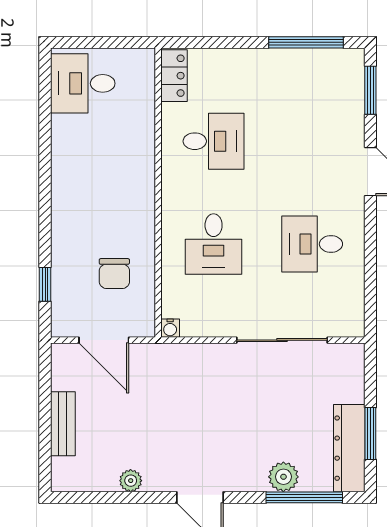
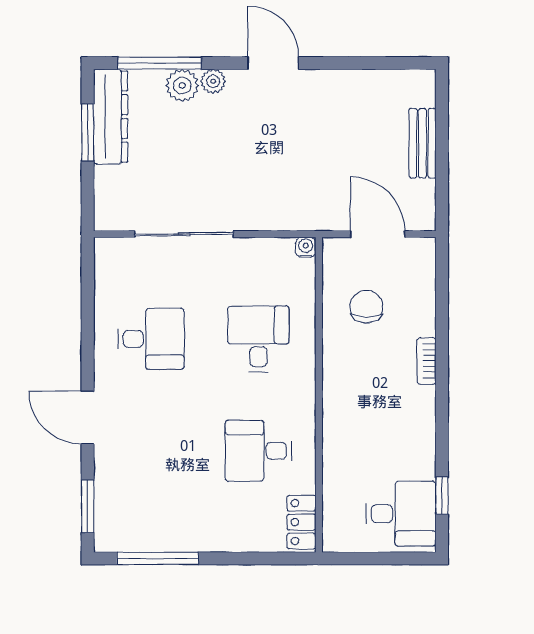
bookcase: (59, 224) -> (426, 361), added
window: (45, 284) -> (442, 496), moved
plant: (131, 481) -> (213, 81), moved

